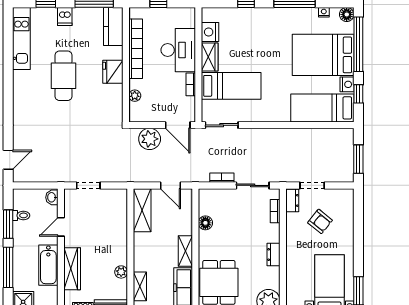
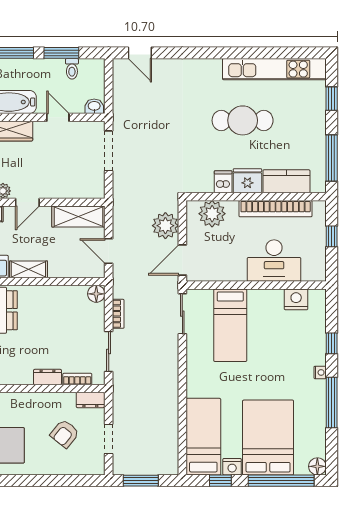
nightstand: (324, 12) -> (320, 372), moved
dishwasher: (65, 17) -> (223, 182), moved, turned 90
kitchen counter: (113, 26) -> (286, 181), moved
kitchen unit: (21, 38) -> (274, 69), width x1.36
wardrobe: (210, 57) -> (265, 299), removed
bookcase: (191, 84) -> (232, 276), removed
plant: (135, 96) -> (212, 214), width x1.88, depth x1.88
doorway: (88, 185) -> (109, 151), width x1.38
door: (170, 185) -> (109, 251), hinge flipped
doorway: (312, 185) -> (109, 439), moved
floor lamp: (205, 223) -> (96, 294), moved
door: (130, 252) -> (27, 202), added
dresser: (274, 255) -> (47, 377), moved

